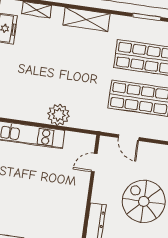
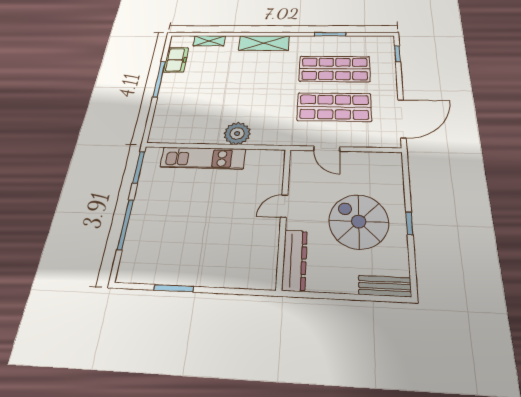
door: (94, 163) -> (284, 206), moved

